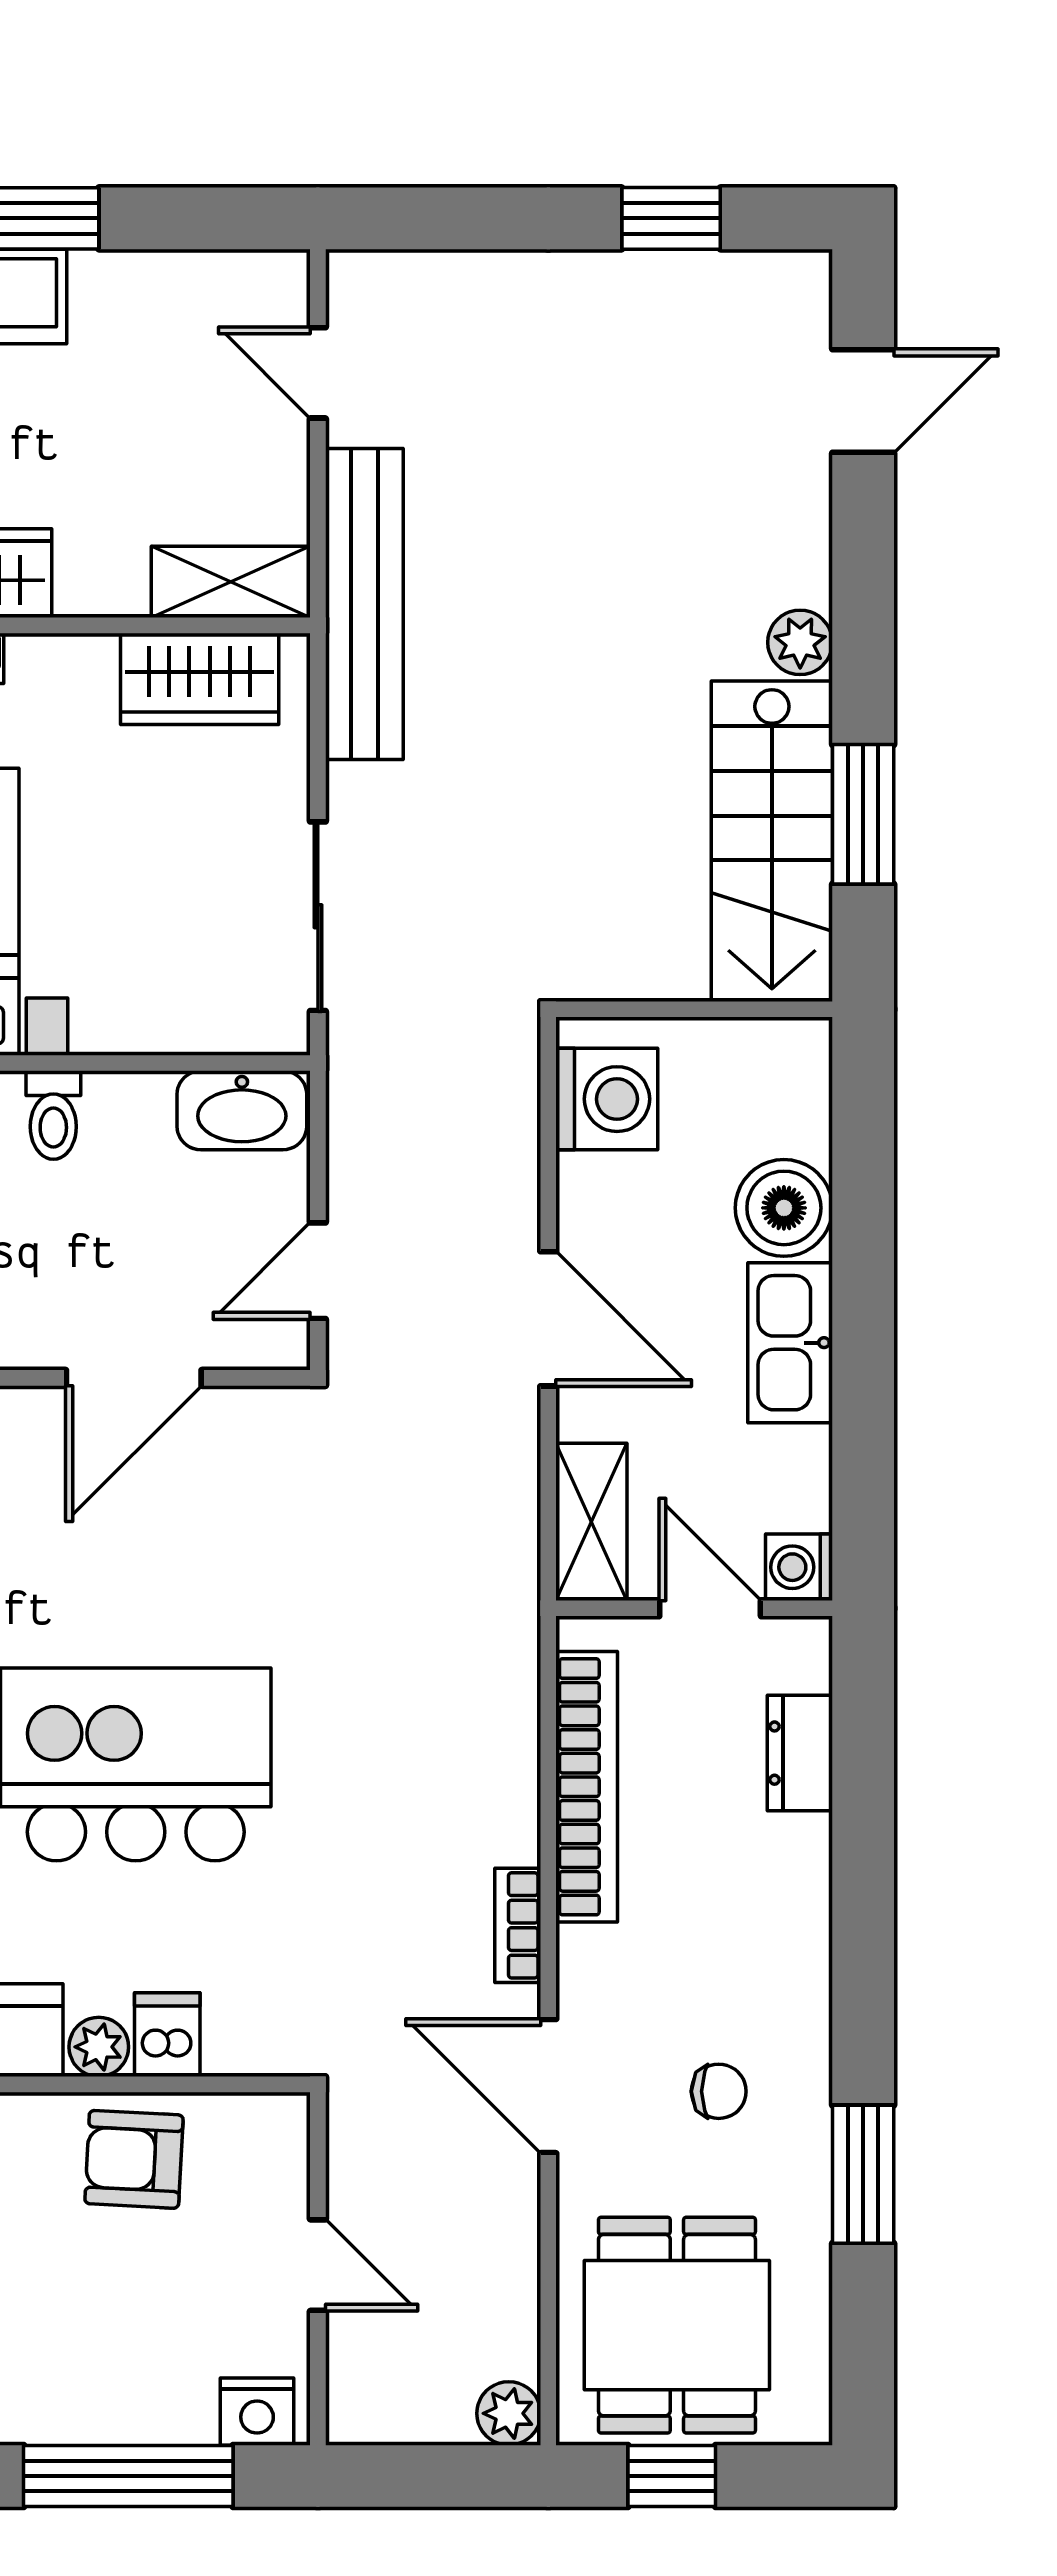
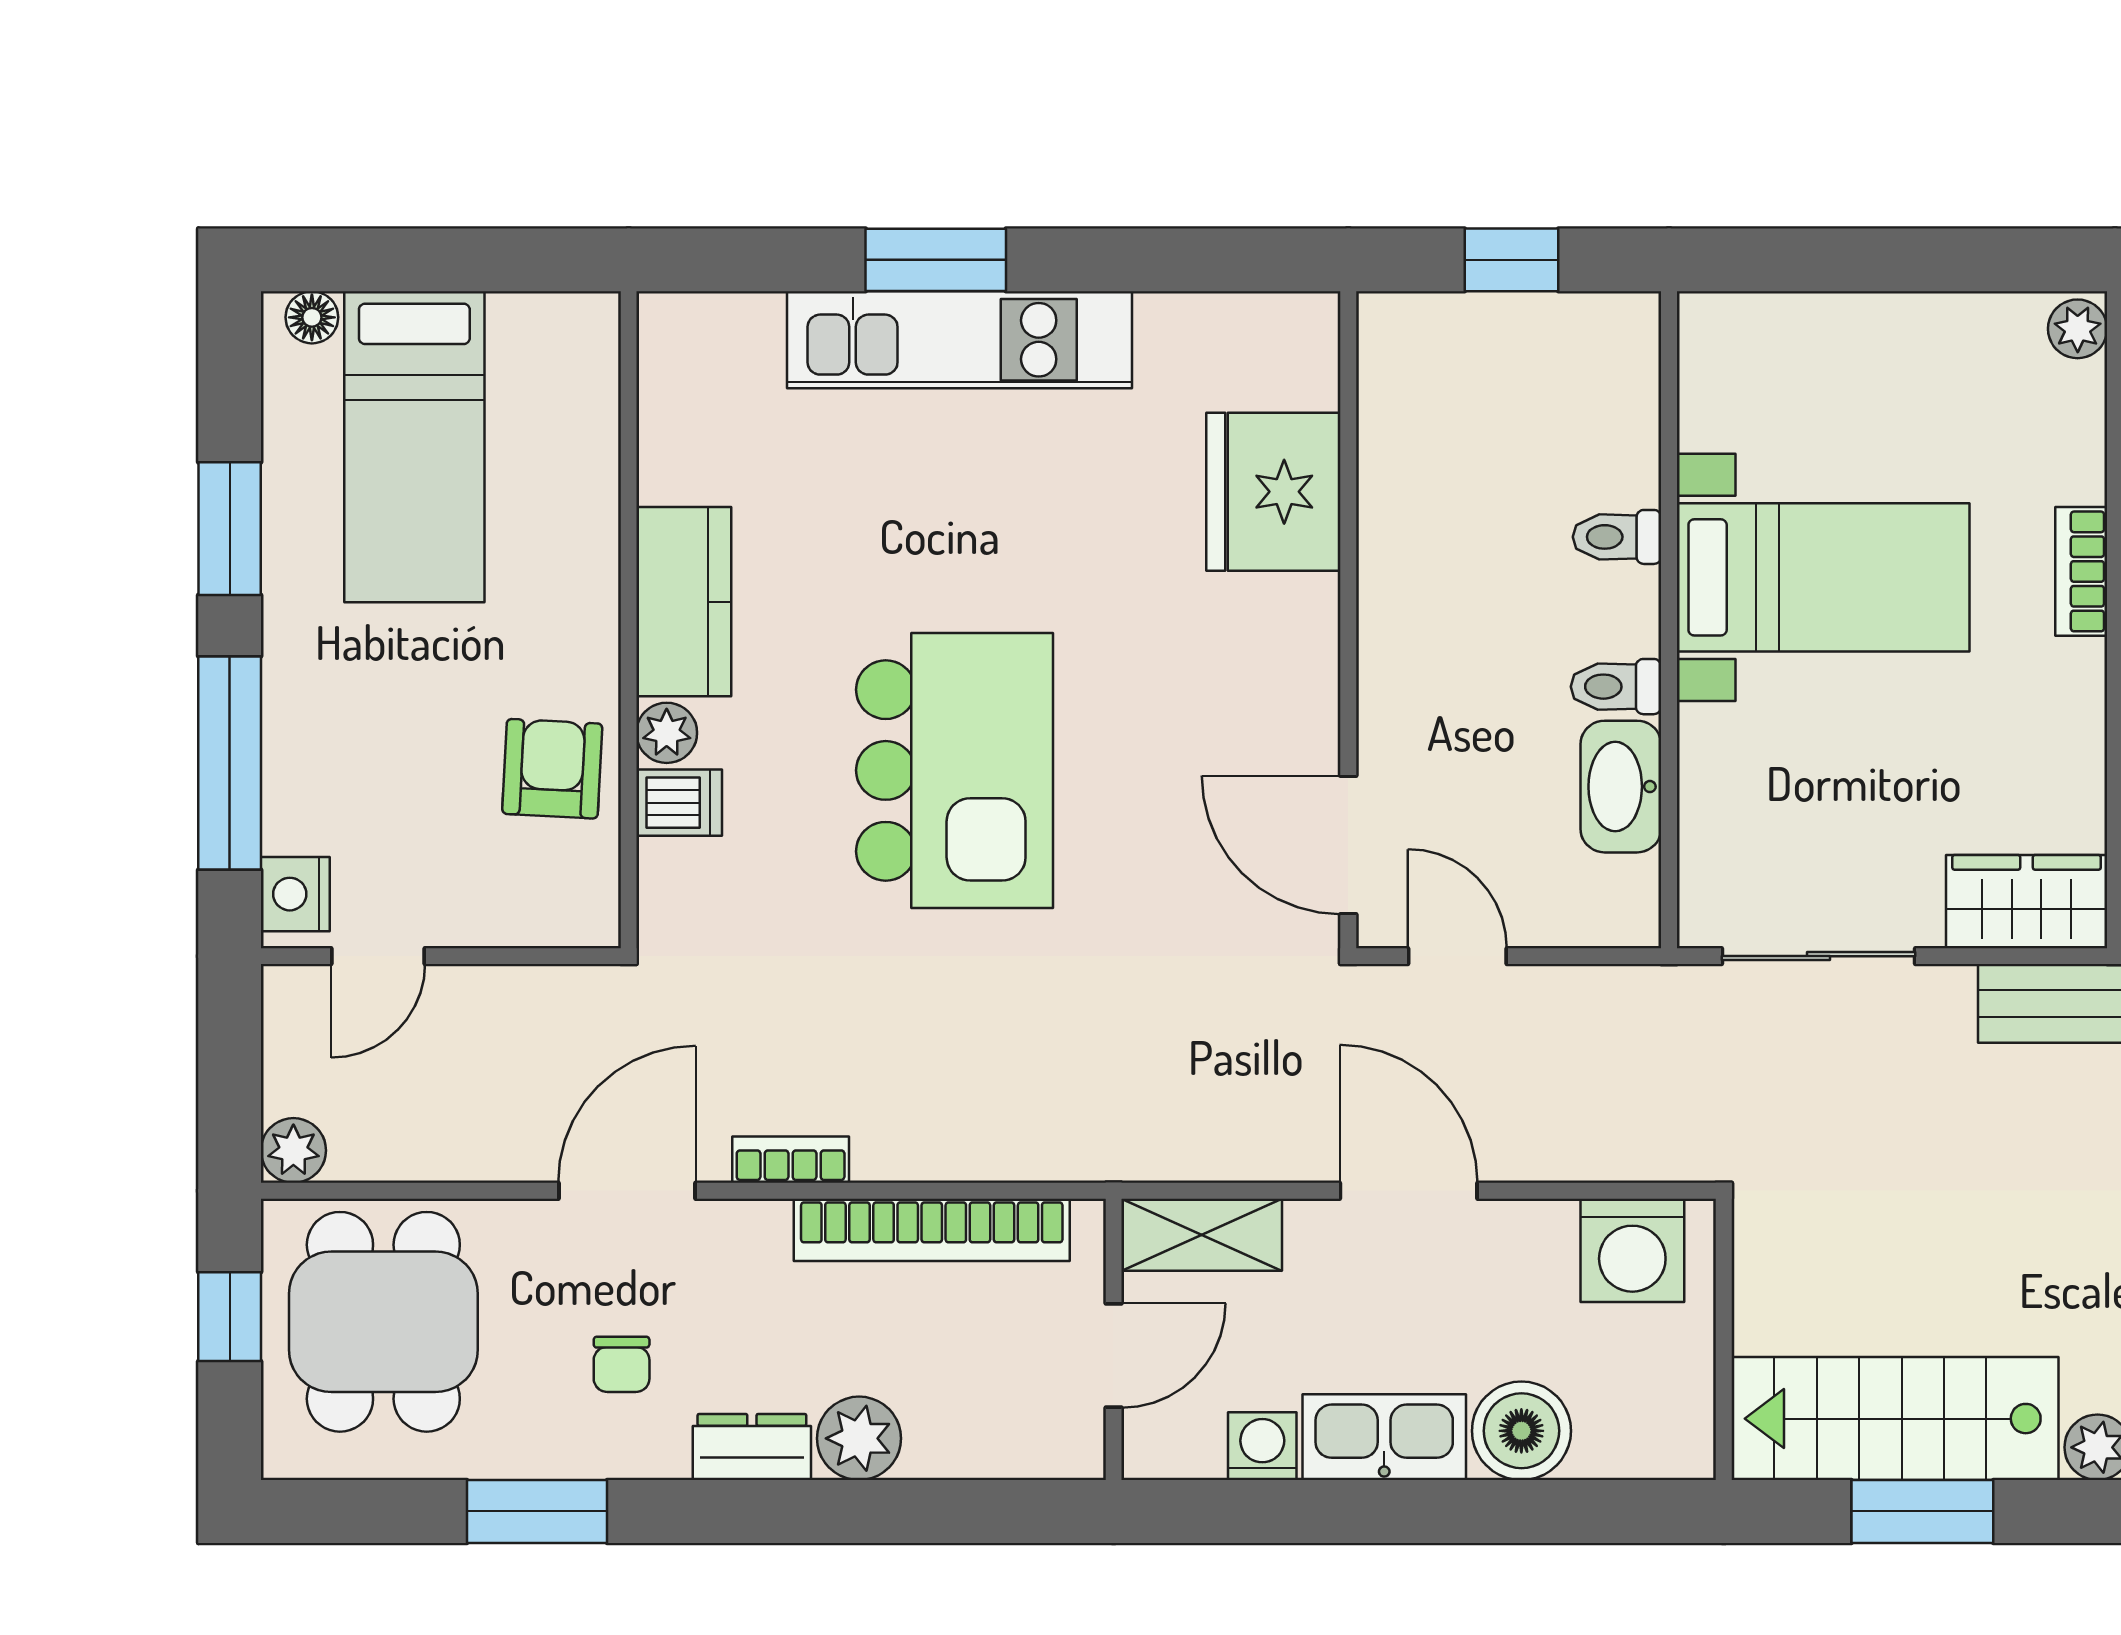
wardrobe: (200, 679) -> (2027, 902), moved, turned 90
washbasin: (242, 1110) -> (1621, 787), moved
door: (548, 1319) -> (1409, 1191), swing flipped
door: (134, 1378) -> (1348, 845), moved
washing machine: (799, 1567) -> (1262, 1446), moved
dresser: (800, 1753) -> (752, 1447), moved
plant: (791, 1858) -> (859, 1438), added
door: (318, 2265) -> (378, 956), moved
dining table: (677, 2325) -> (383, 1322), turned 90

